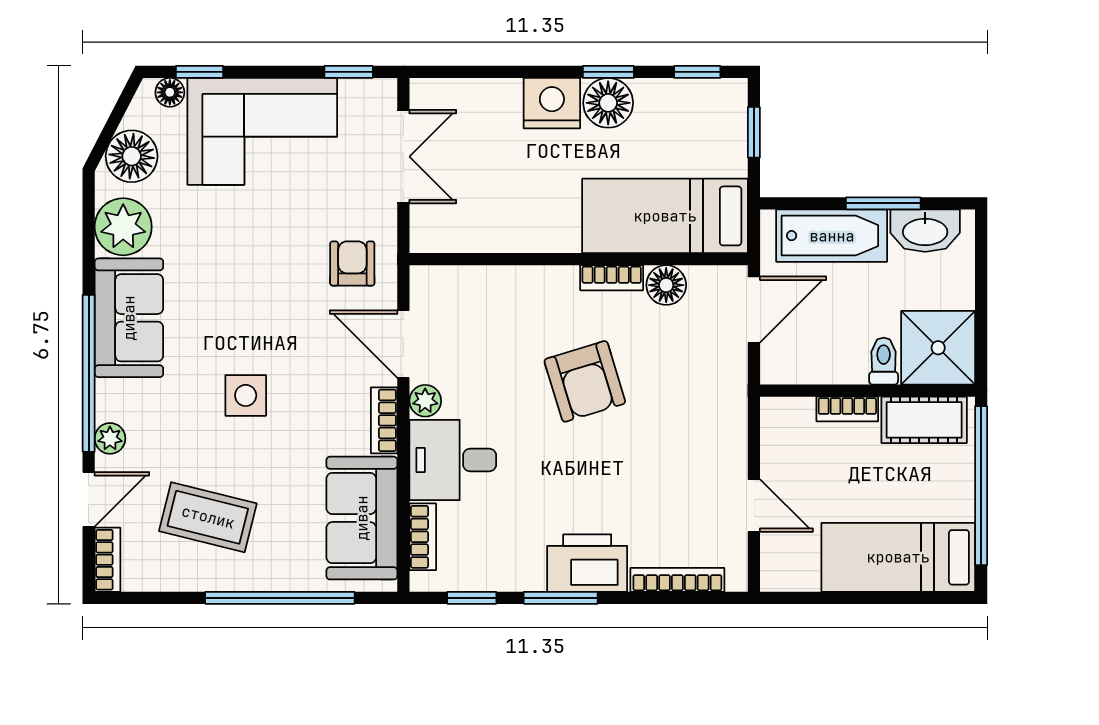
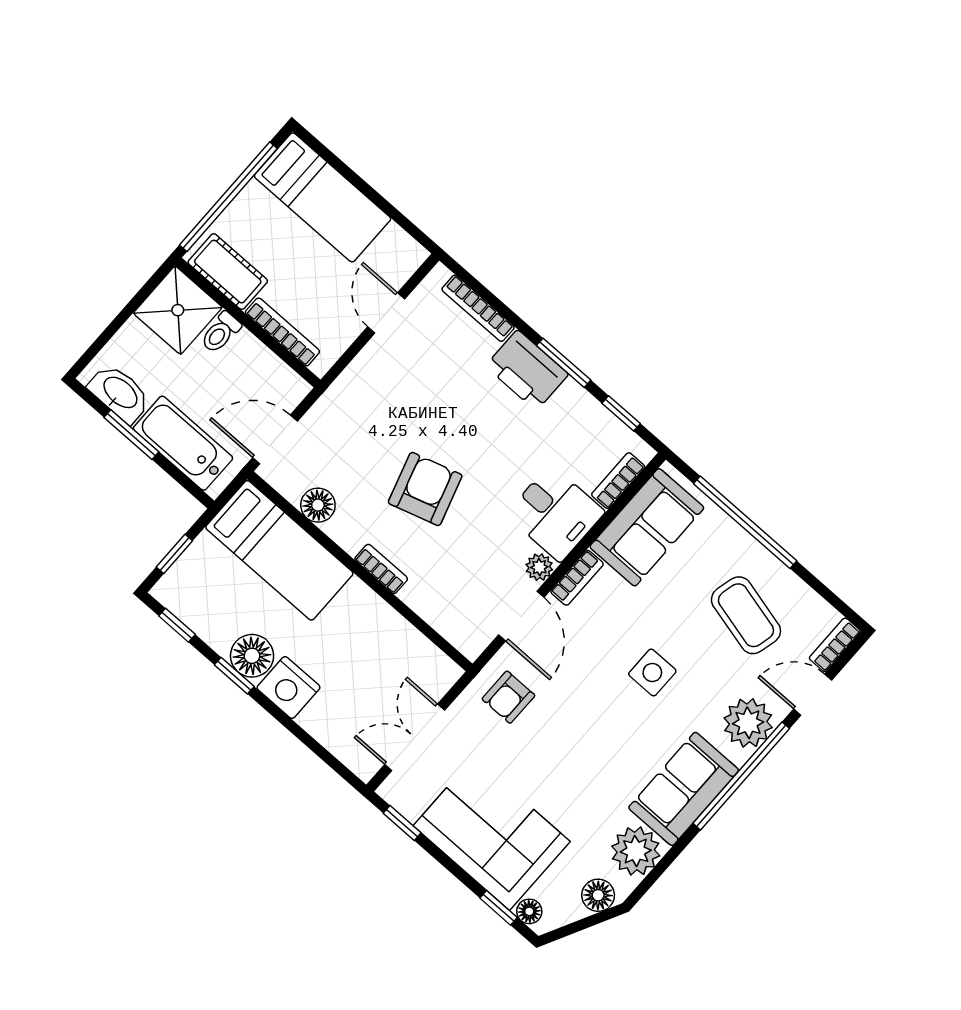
floor lamp: (132, 156) -> (598, 895), width x0.73, depth x0.73
bookcase: (612, 278) -> (381, 569), moved
bookcase: (847, 409) -> (282, 332), width x1.56
plant: (110, 438) -> (748, 723), width x1.88, depth x1.88

